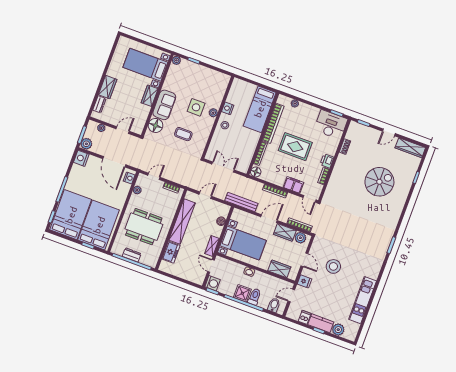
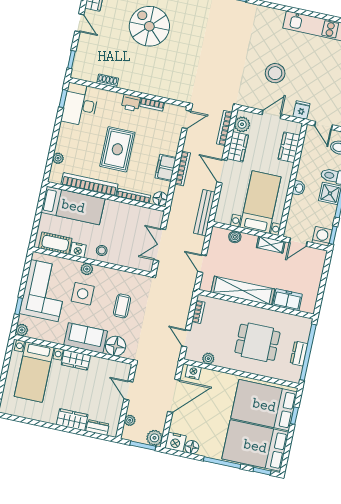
corner sofa: (202, 80) -> (44, 291), added
cot: (235, 93) -> (55, 243), added
floor lamp: (76, 169) -> (192, 447), added
filing cabinet: (293, 185) -> (166, 168), moved
dining table: (144, 227) -> (257, 342), width x0.73

